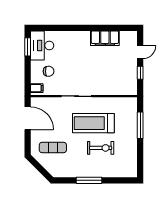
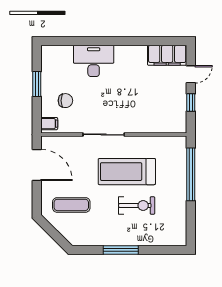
filing cabinet: (105, 38) -> (167, 55), moved
desk: (42, 45) -> (94, 61), moved, turned 90
window: (28, 47) -> (37, 84), moved
window: (140, 125) -> (191, 174), width x1.46

